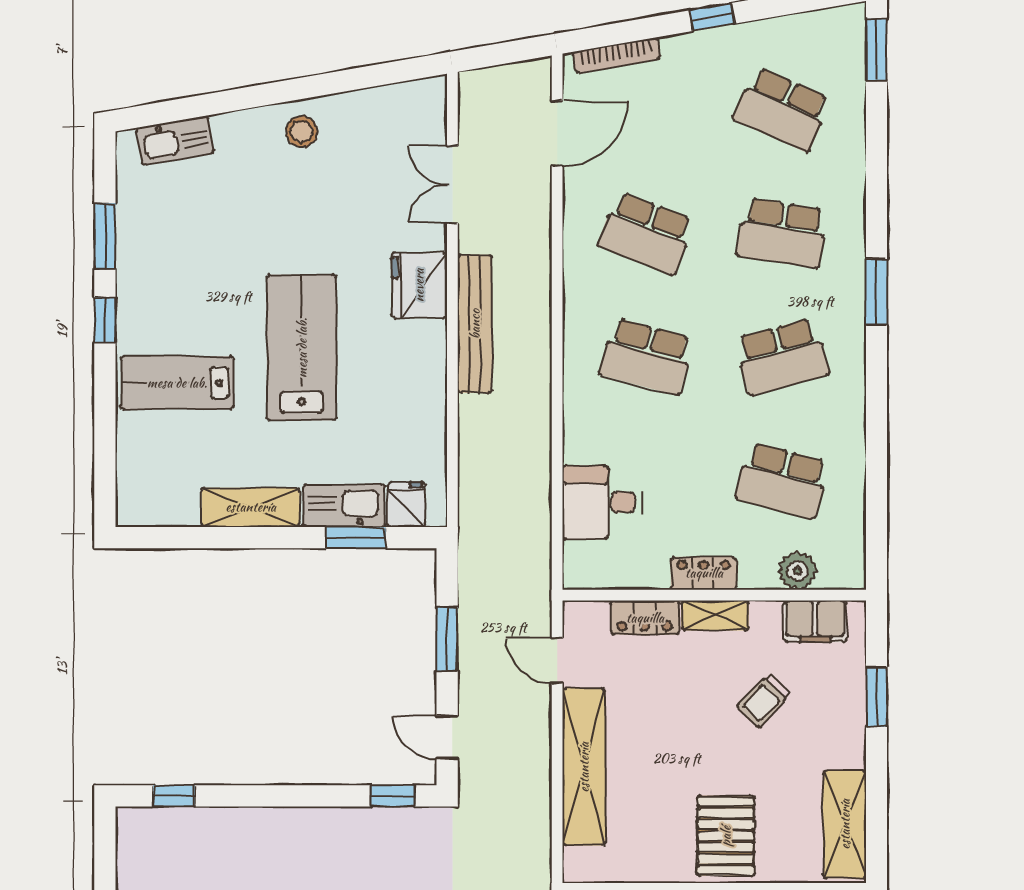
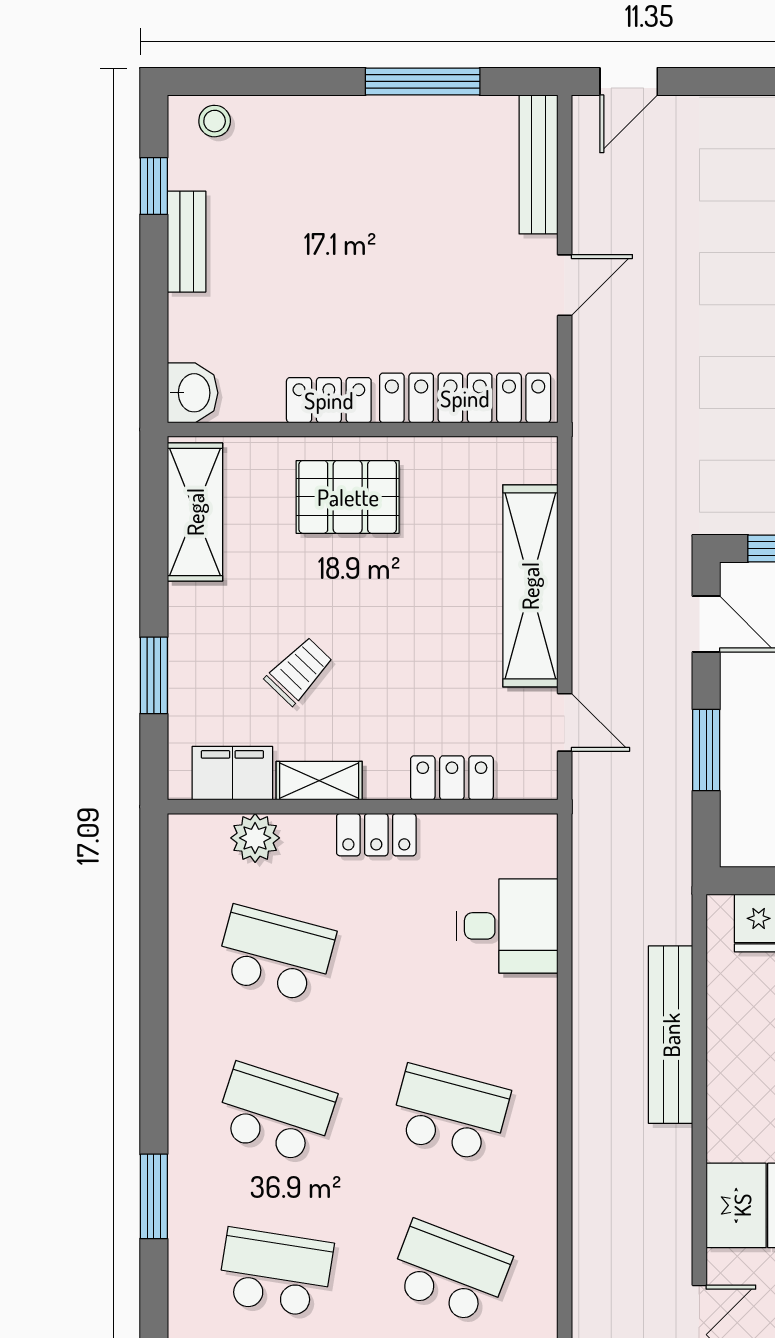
bench: (475, 324) -> (671, 1035), moved
school desk: (782, 357) -> (275, 1113), turned 33
shelving: (715, 615) -> (319, 781), moved
pallet: (726, 836) -> (348, 497), turned 90

